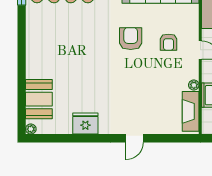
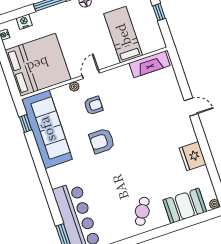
cafe table: (48, 55) -> (142, 211), added
plant: (194, 85) -> (74, 87), moved

